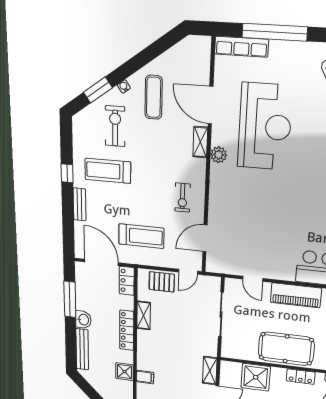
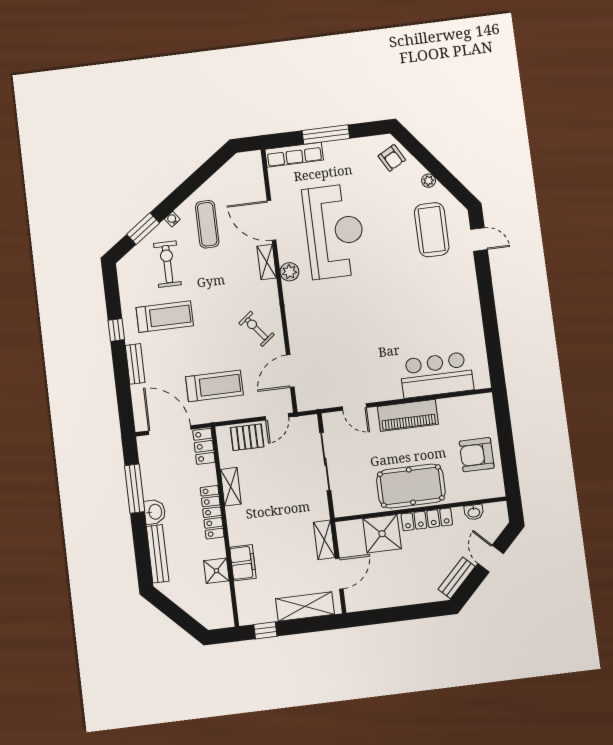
window: (275, 32) -> (326, 134), width x0.68
treadmill: (108, 171) -> (165, 317), turned 180
exercise bike: (183, 198) -> (256, 329), turned 142
filing cabinet: (145, 377) -> (243, 563), width x2.00
locker: (301, 377) -> (427, 519), width x1.53

